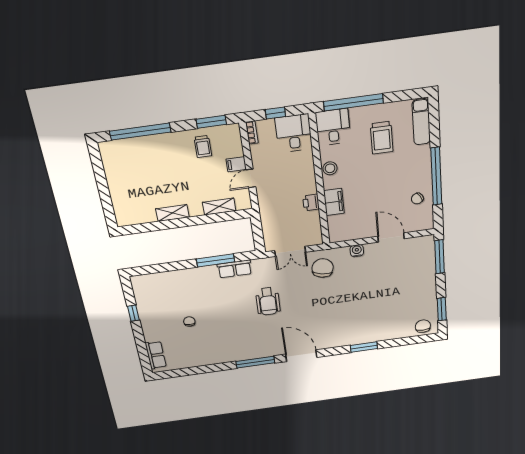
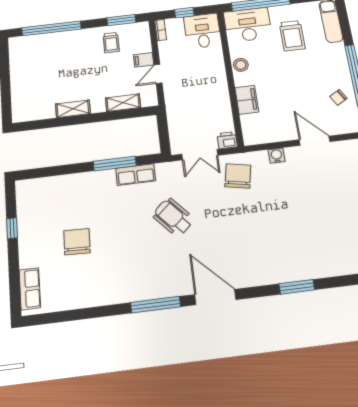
desk: (333, 127) -> (248, 25), width x1.37
printer: (311, 202) -> (227, 140), moved, turned 90
wheelchair: (268, 301) -> (173, 217), turned 137
chair: (189, 321) -> (77, 242), width x1.87, depth x1.87

